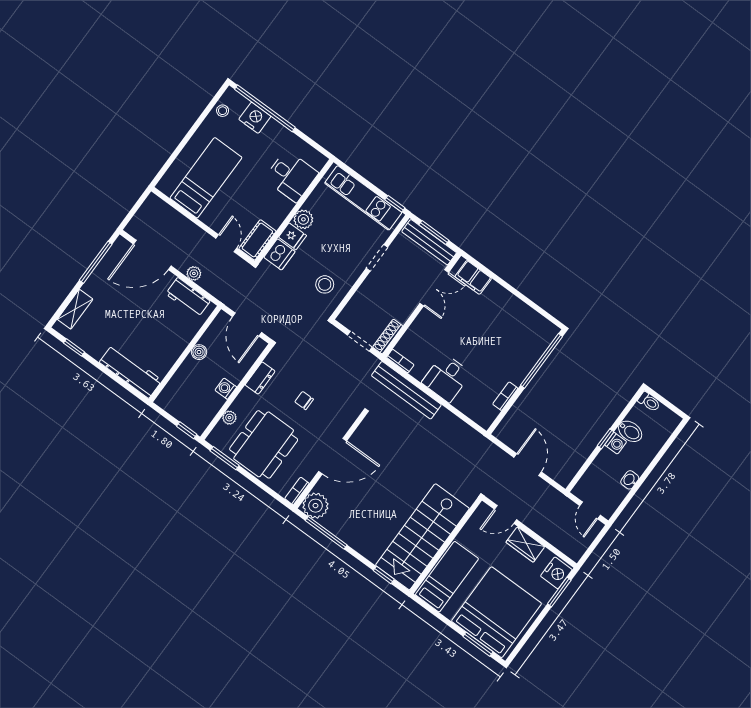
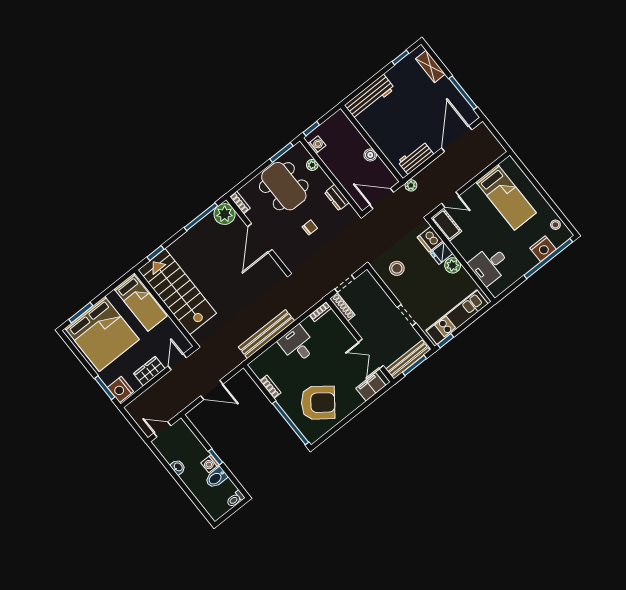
plant: (194, 273) -> (411, 185), moved
armchair: (509, 335) -> (318, 403), added
washing machine: (226, 389) -> (317, 145), moved
bench: (406, 390) -> (266, 334), moved

